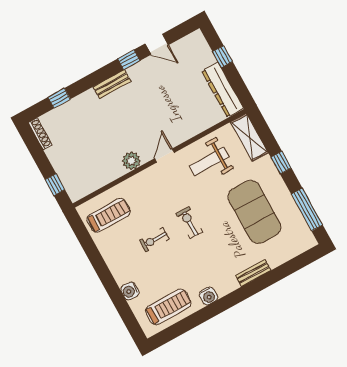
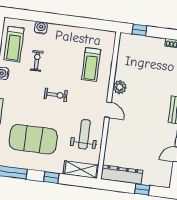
treadmill: (109, 215) -> (91, 65), moved
exercise bike: (154, 240) -> (37, 61), moved

